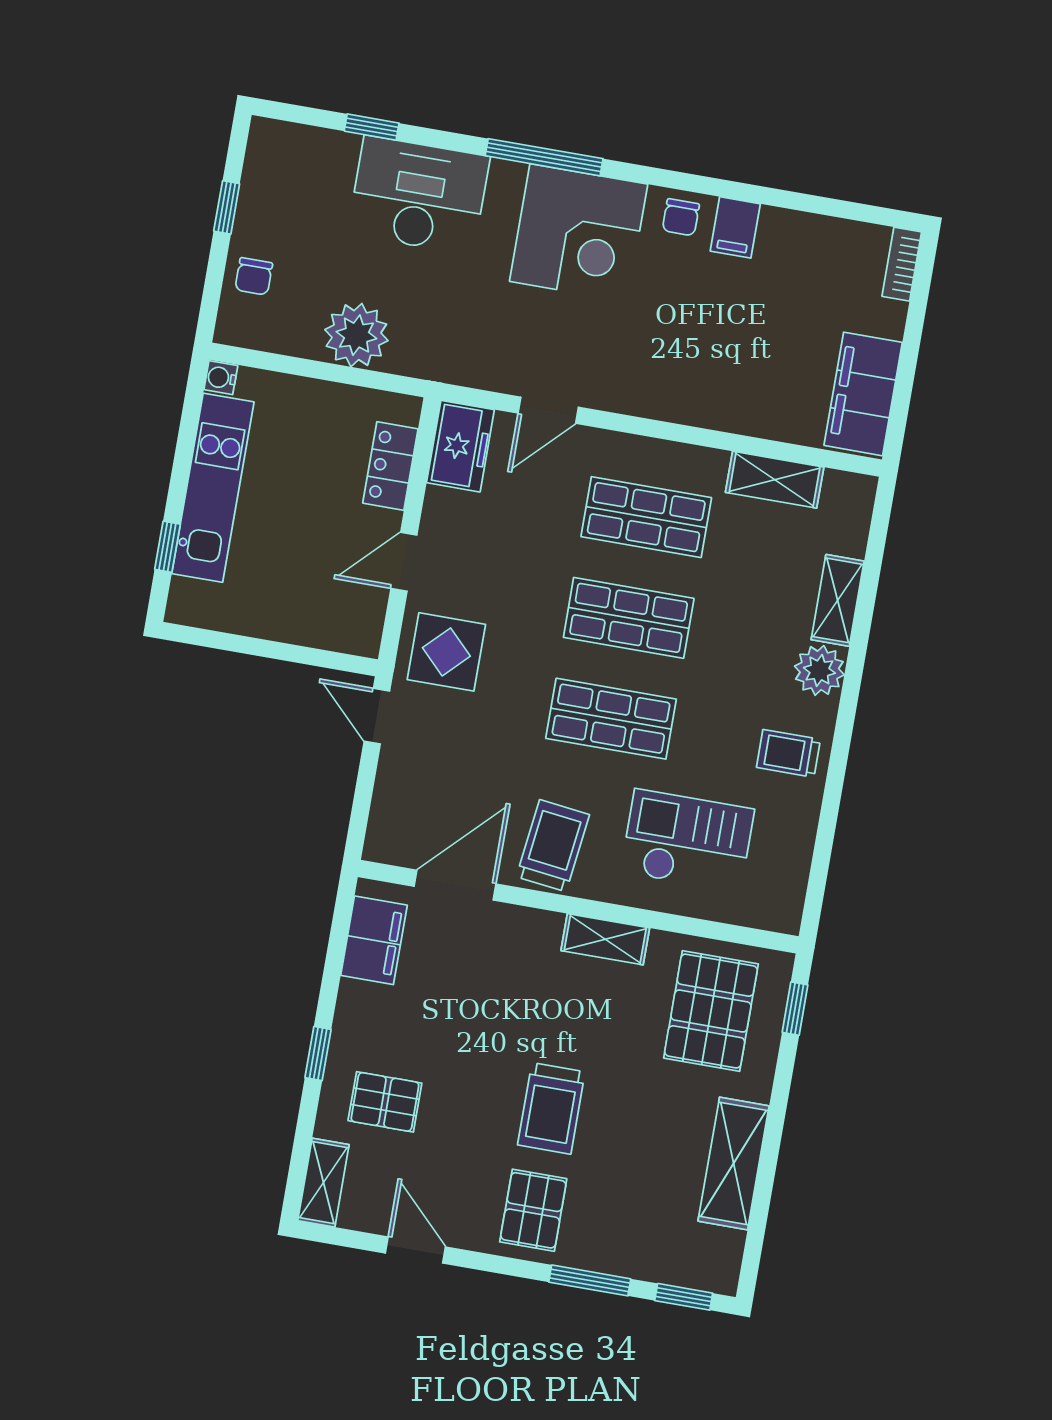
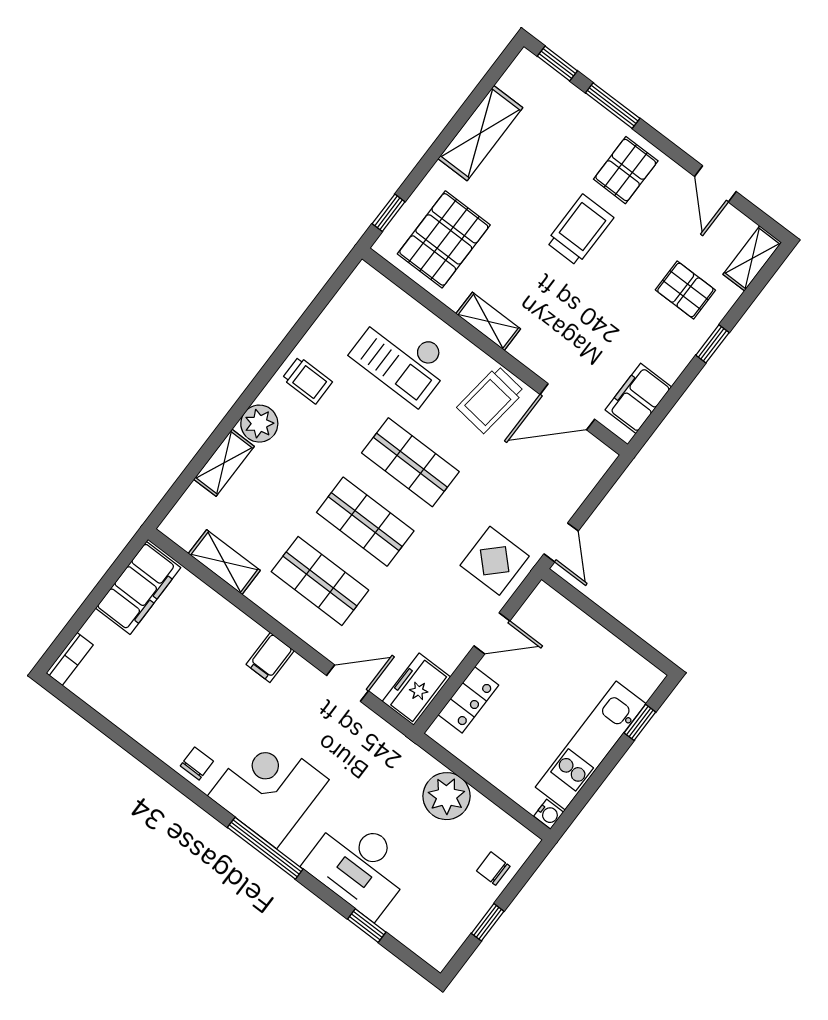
filing cabinet: (735, 227) -> (270, 657), moved, turned 180
chair: (254, 276) -> (493, 869), turned -90

